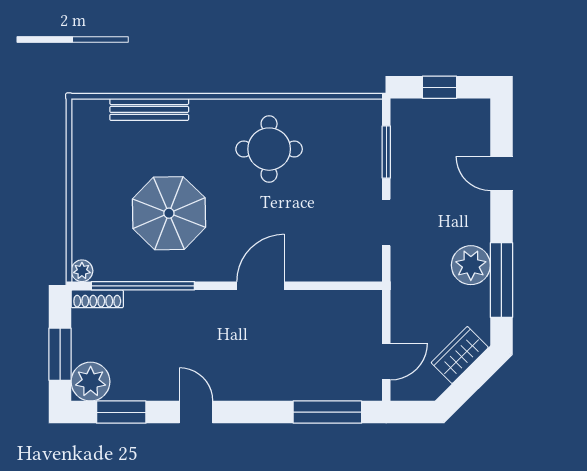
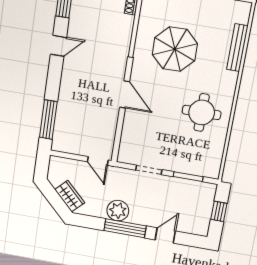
window: (501, 280) -> (125, 228), moved
door: (386, 361) -> (98, 161), moved

